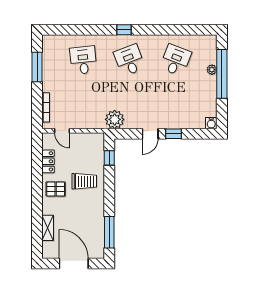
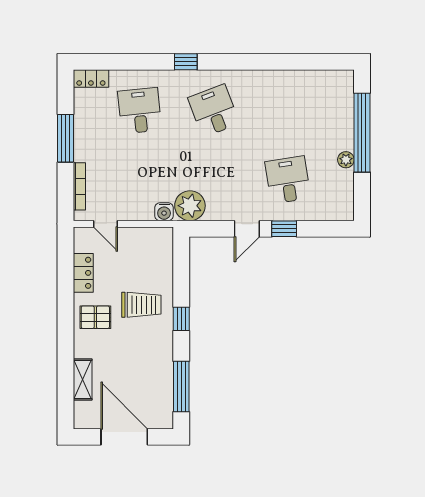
window: (124, 30) -> (186, 62), moved
locker: (53, 40) -> (91, 79), added
desk: (176, 60) -> (288, 180), moved, turned -30
window: (37, 67) -> (65, 138), moved
plant: (212, 70) -> (346, 160), moved
water cooler: (211, 123) -> (164, 212), moved
window: (109, 158) -> (181, 319), moved

